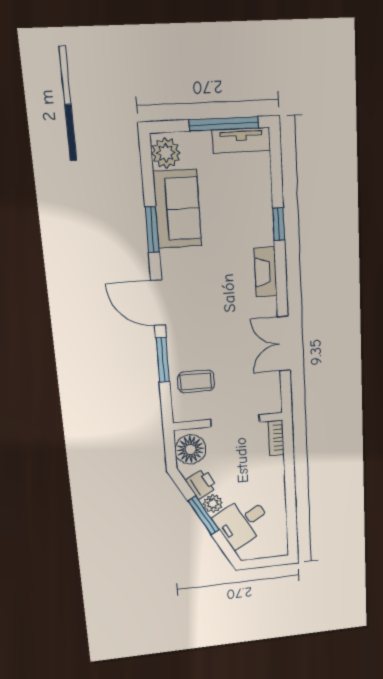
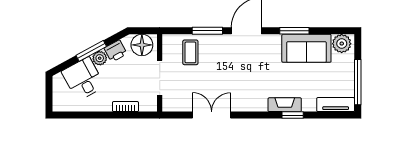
tv unit: (241, 140) -> (336, 105), moved, turned 90
fireplace: (266, 272) -> (285, 105), moved
bookcase: (276, 438) -> (125, 107), moved

